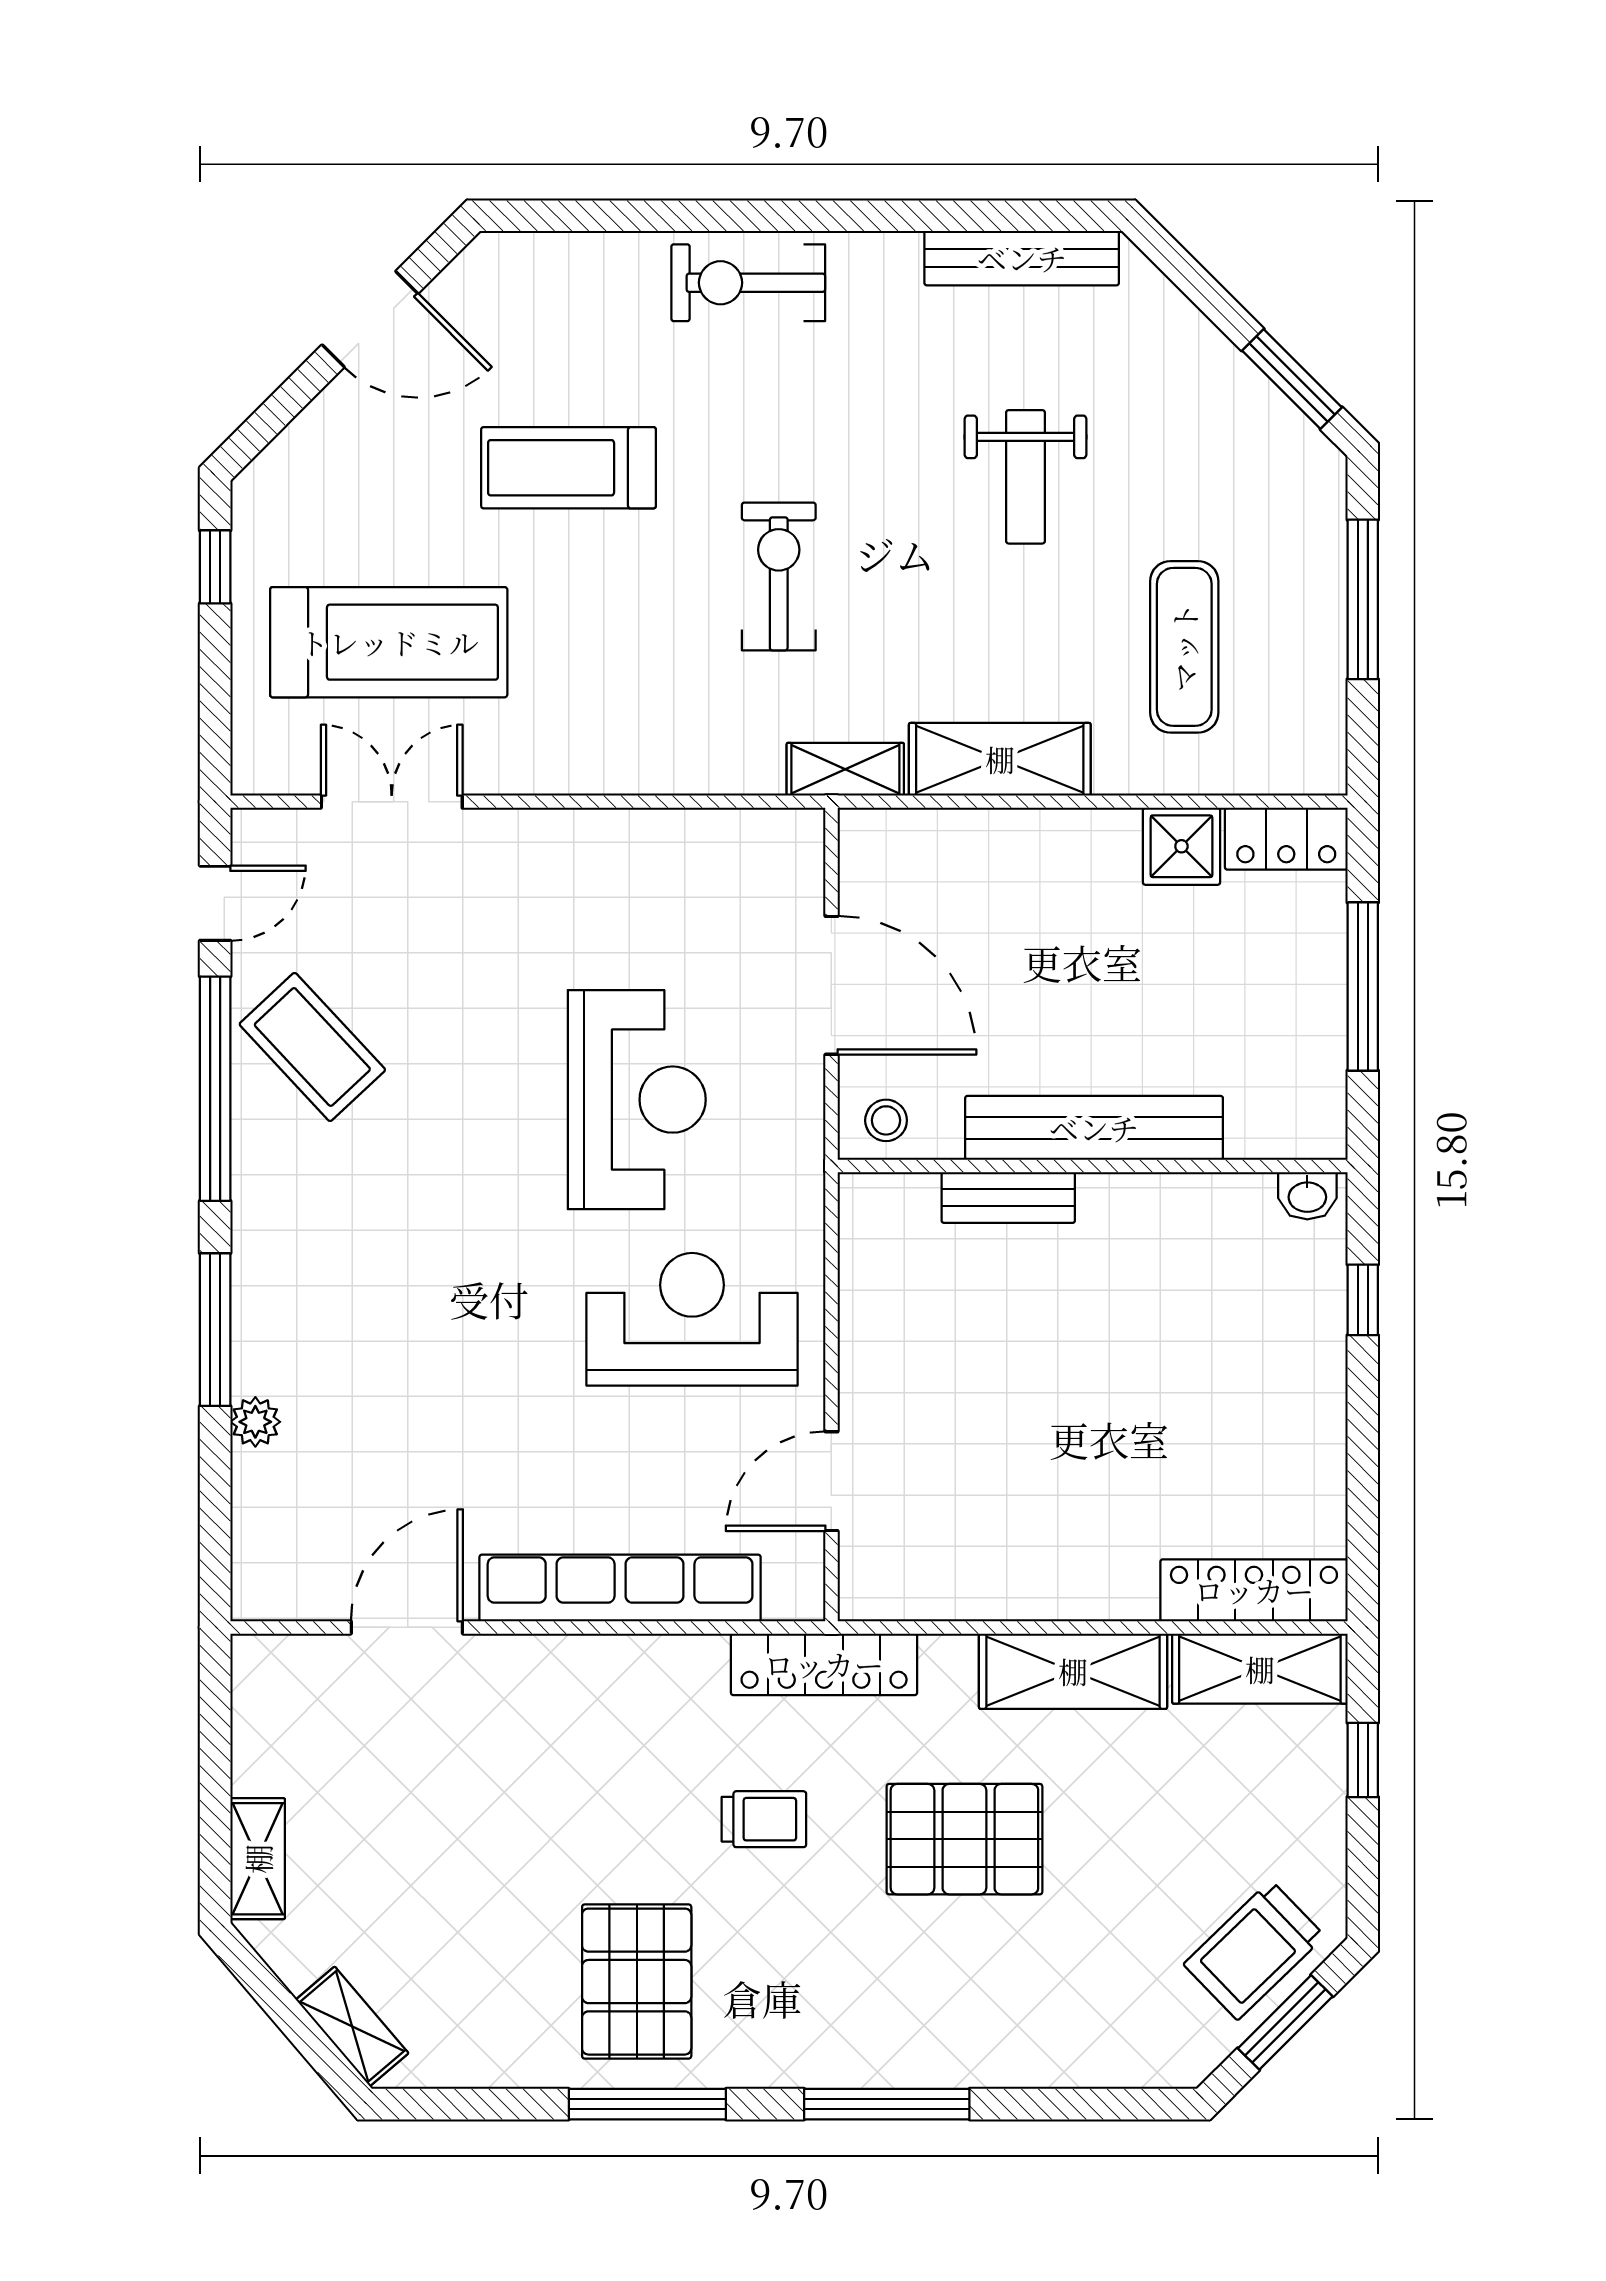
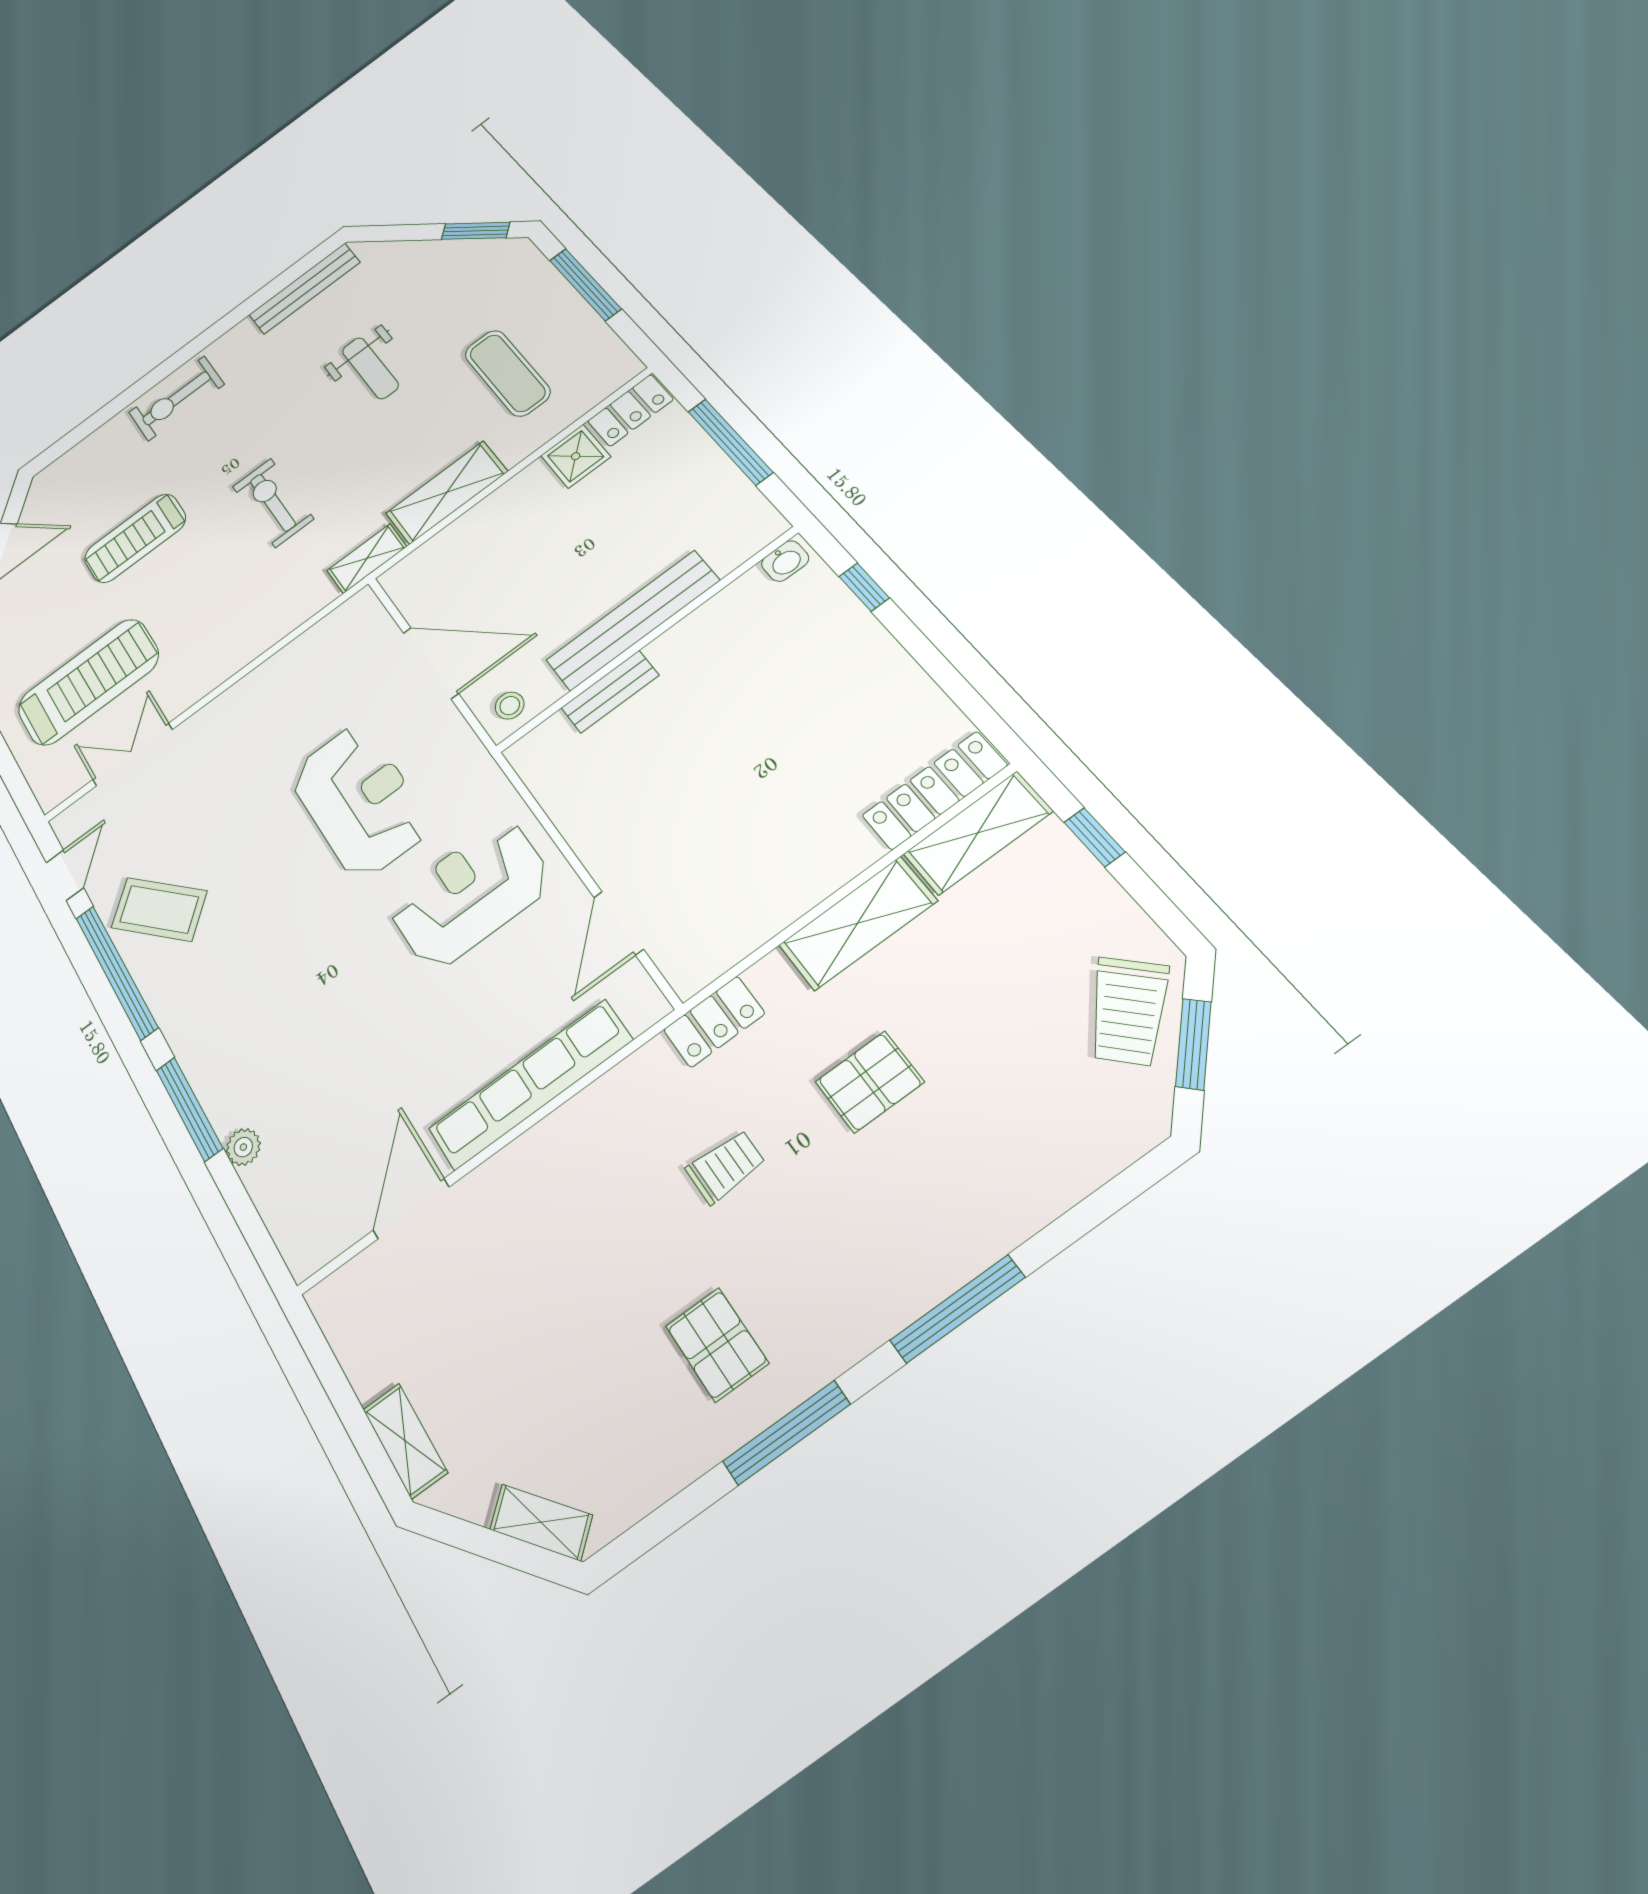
locker: (824, 1664) -> (714, 1022), width x0.66
pallet: (964, 1839) -> (870, 1082), width x0.67, depth x0.71
pallet: (637, 1982) -> (717, 1345), width x0.67, depth x0.71

